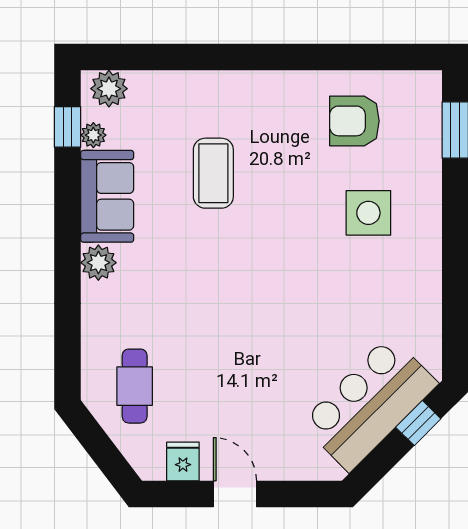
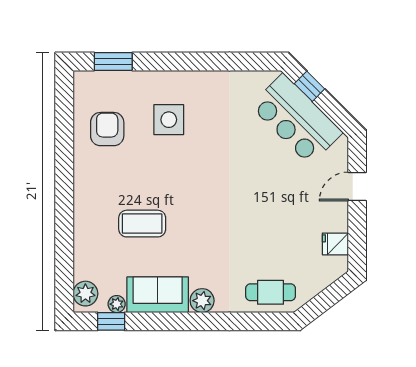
armchair: (354, 121) -> (107, 129), turned 180
cafe table: (135, 386) -> (271, 292), moved
door: (235, 494) -> (357, 187), moved

